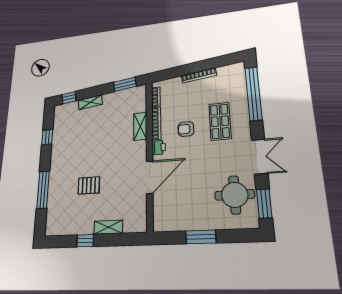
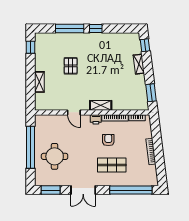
shelving: (140, 126) -> (101, 105), moved
window: (47, 137) -> (96, 29), moved
door: (150, 177) -> (74, 112), width x0.53
round table: (235, 195) -> (55, 156), moved
window: (201, 237) -> (30, 147), width x2.11
window: (85, 241) -> (30, 47), moved

